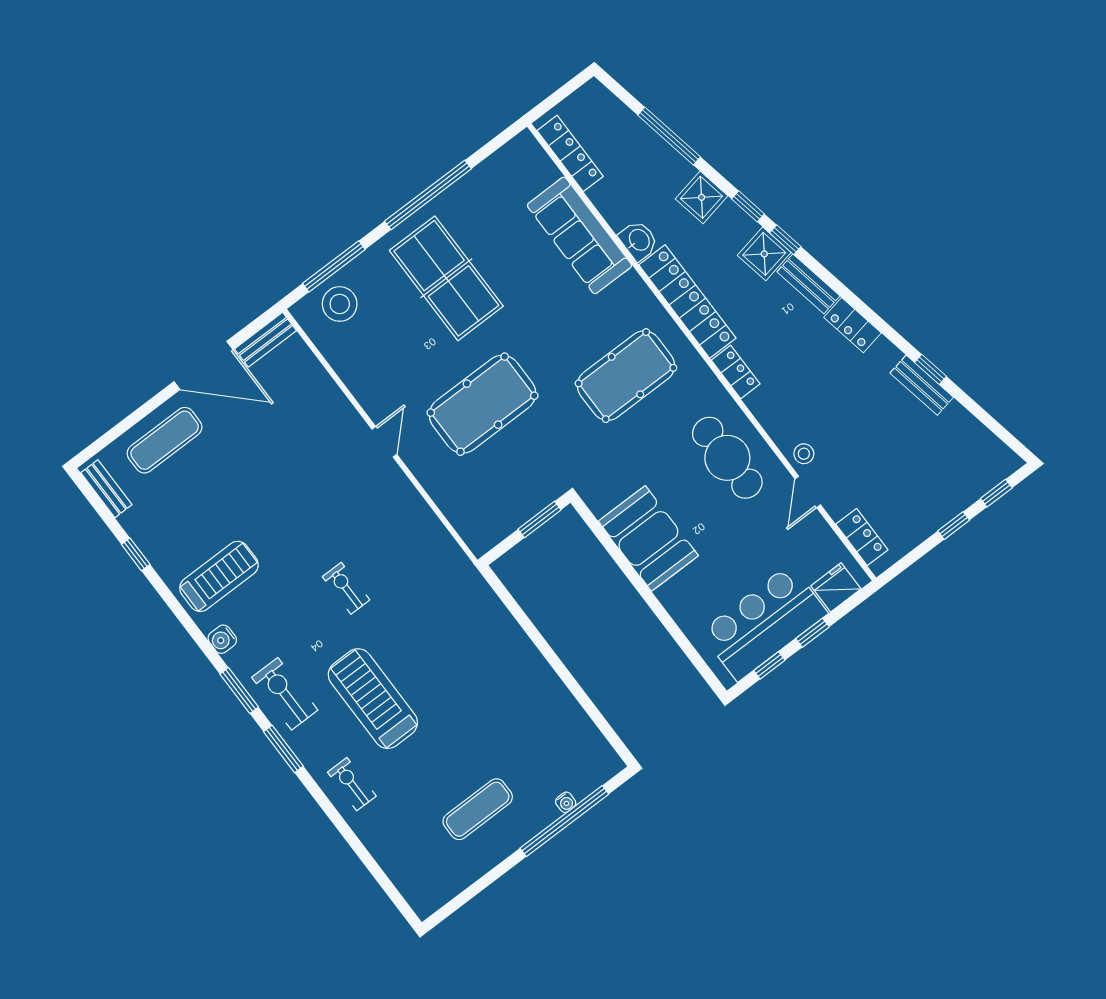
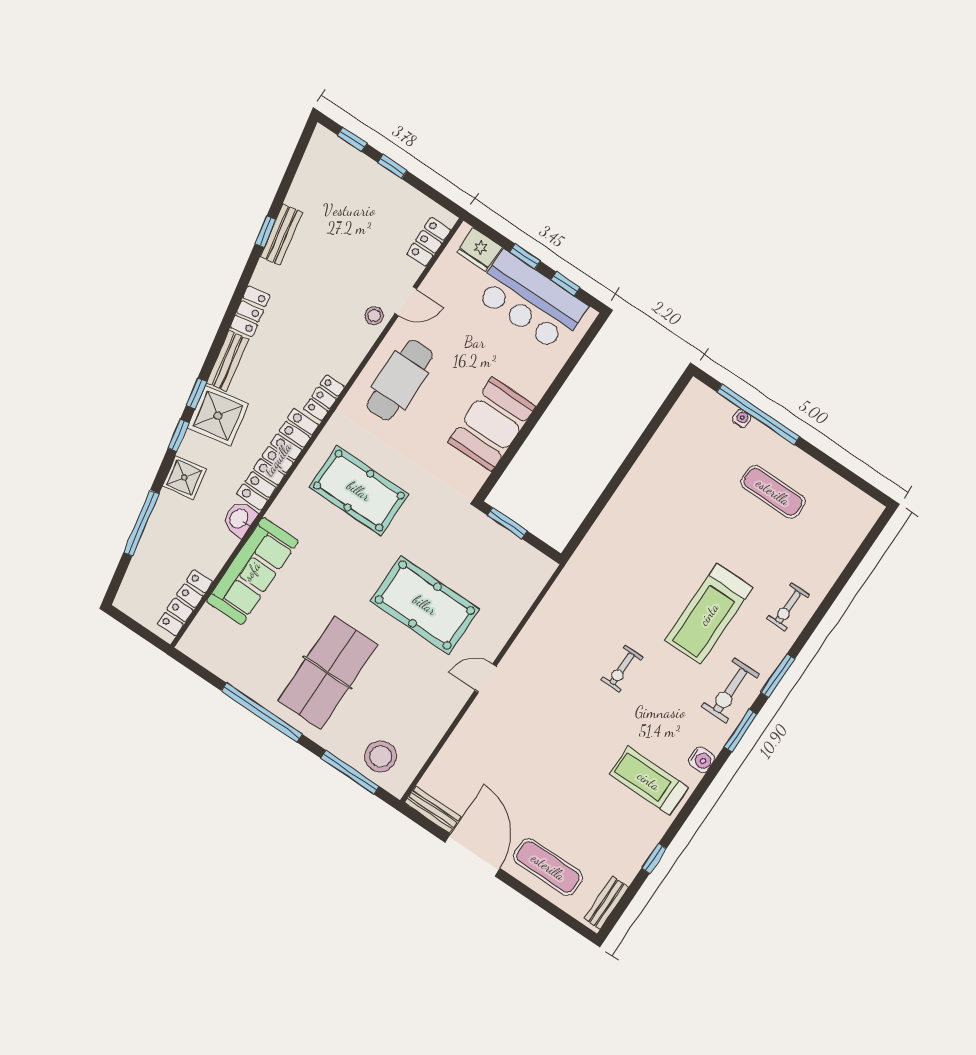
shower: (764, 254) -> (218, 416), width x1.36, depth x1.36

